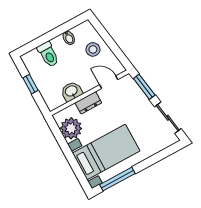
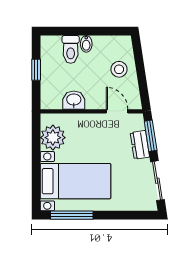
bidet: (69, 38) -> (86, 44), moved
dresser: (88, 103) -> (140, 145), moved, turned 81

